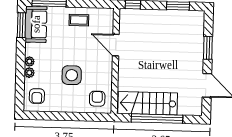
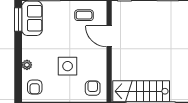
coffee table: (79, 20) -> (84, 15), moved
plant: (29, 61) -> (27, 54), removed

